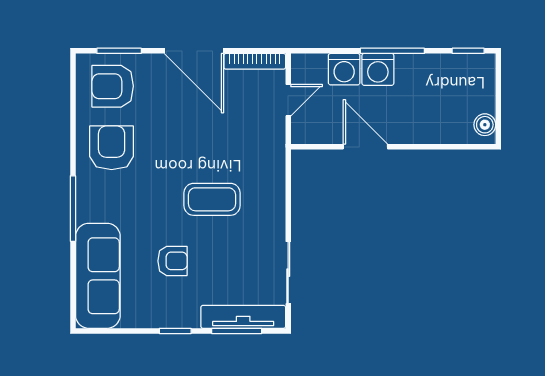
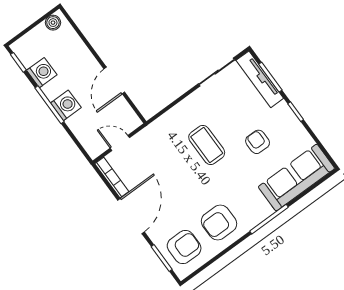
washing machine: (344, 69) -> (42, 73), moved
armchair: (113, 86) -> (184, 247), turned -90

